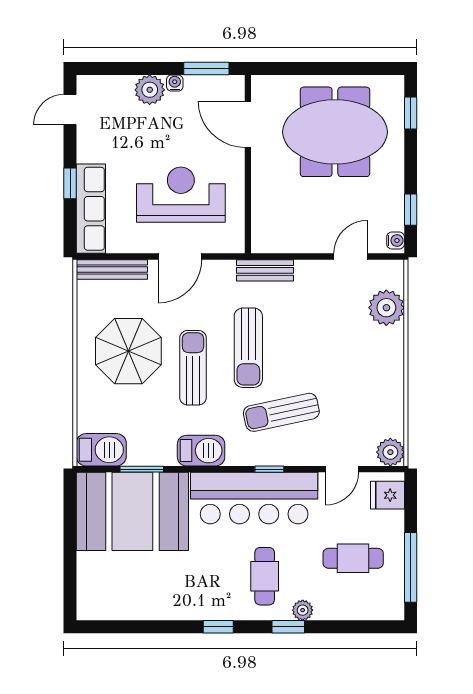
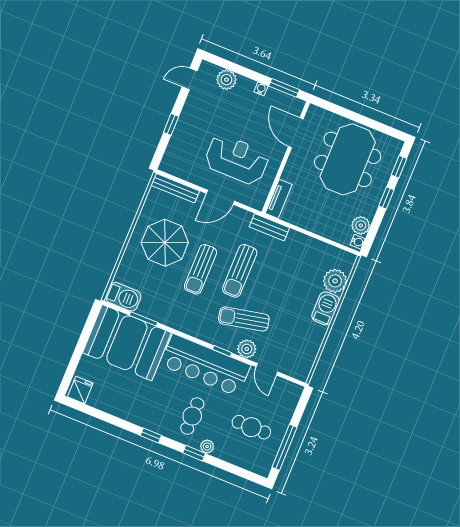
plant: (150, 90) -> (226, 80), moved
meeting table: (335, 132) -> (348, 159), turned 90
row of seats: (91, 209) -> (178, 145), removed
window: (411, 210) -> (386, 198), moved
plant: (391, 216) -> (361, 225), added
tv unit: (262, 226) -> (279, 199), added
door: (351, 257) -> (326, 240), removed
sun lounger: (193, 368) -> (201, 269), turned 180
barbecue: (201, 451) -> (326, 308), moved, turned -90
plant: (390, 452) -> (247, 349), moved
door: (342, 469) -> (267, 369), hinge flipped
fridge: (387, 495) -> (80, 390), moved, turned 90

